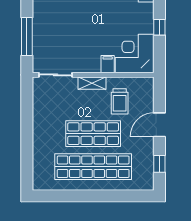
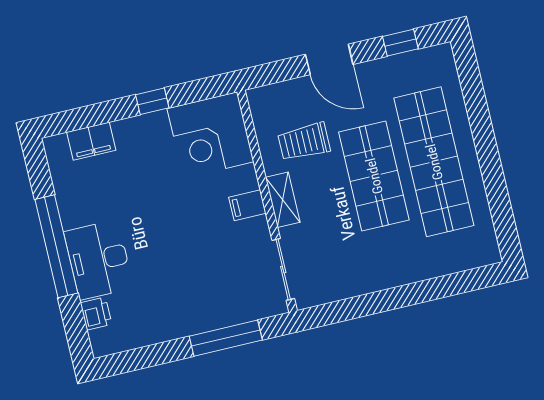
filing cabinet: (108, 64) -> (247, 205), moved
trolley: (120, 101) -> (304, 142), turned 180

